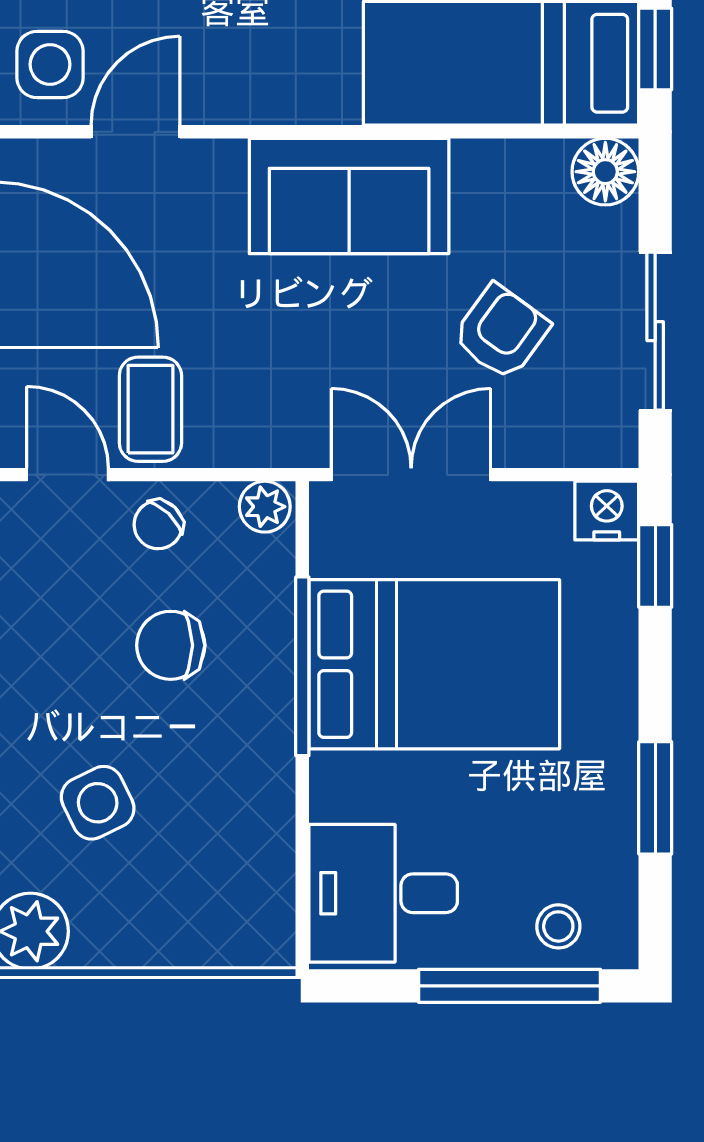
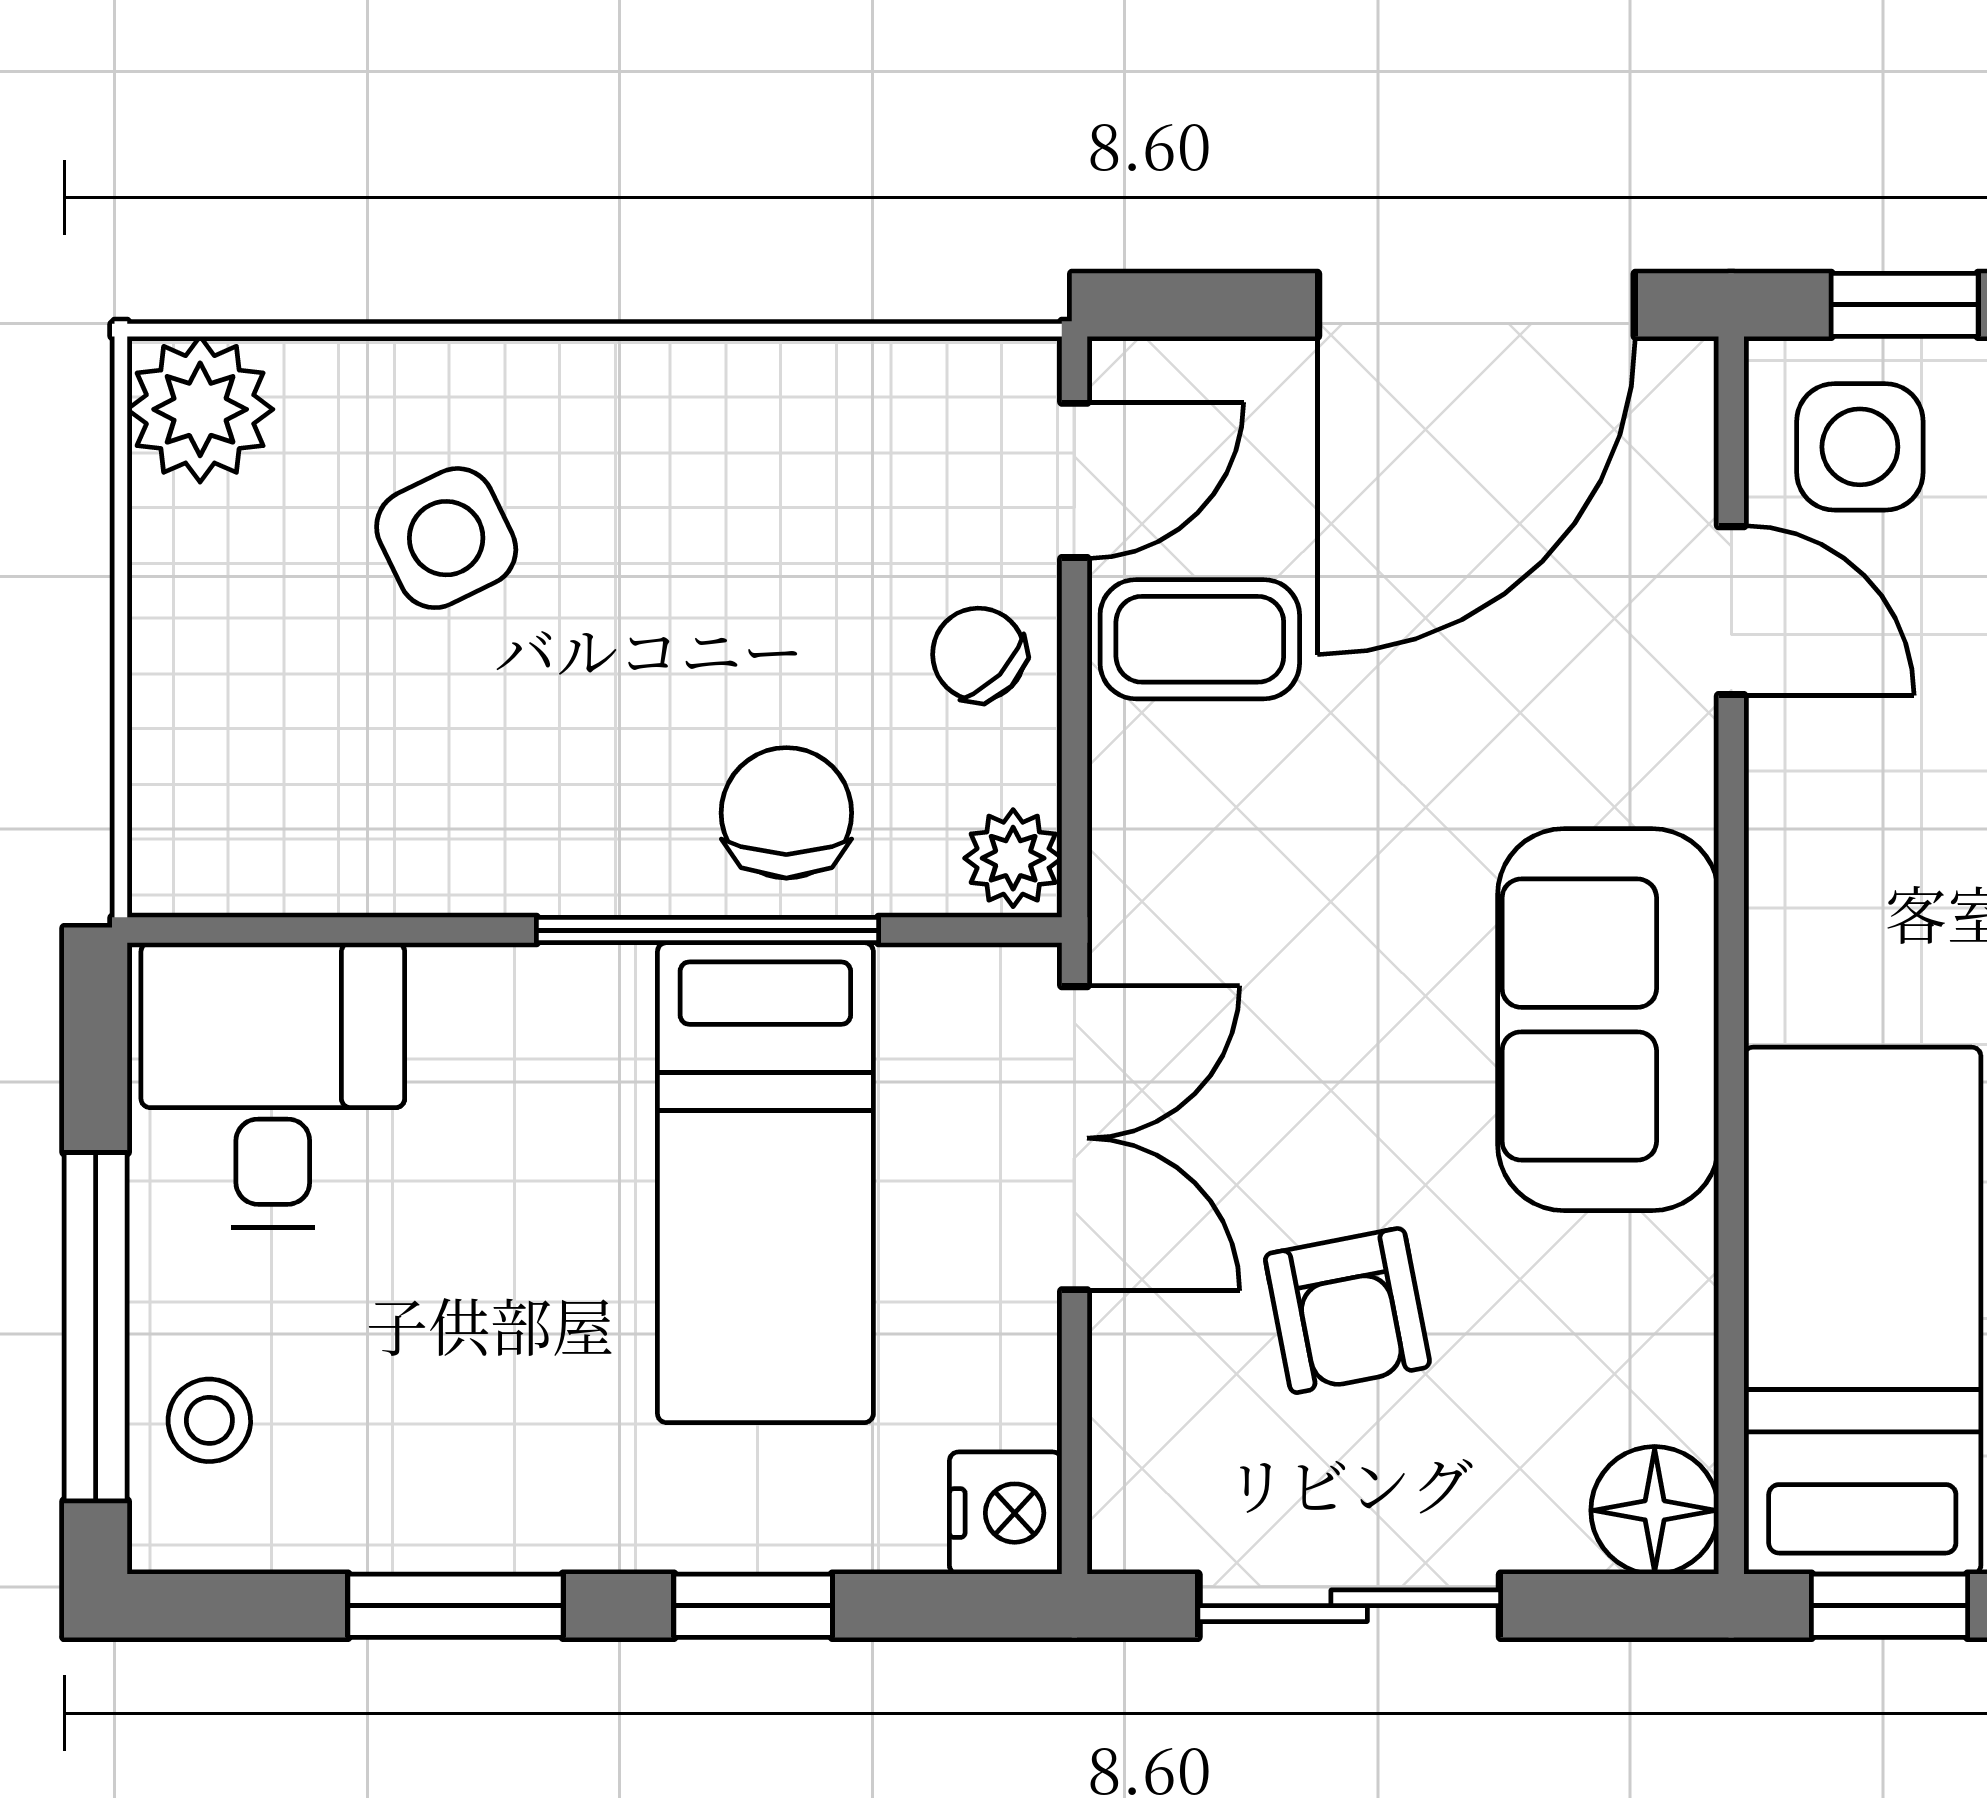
armchair: (501, 332) -> (1347, 1311), turned 43
window: (655, 566) -> (753, 1606), moved
chair: (171, 645) -> (786, 813), moved
bed: (434, 664) -> (765, 1183), width x0.67

